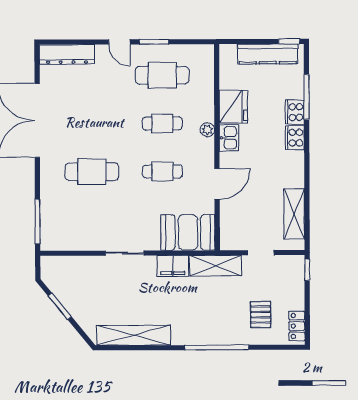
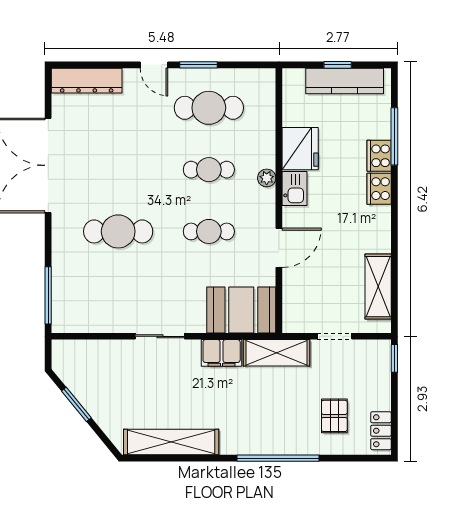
window: (289, 41) -> (338, 65), moved

